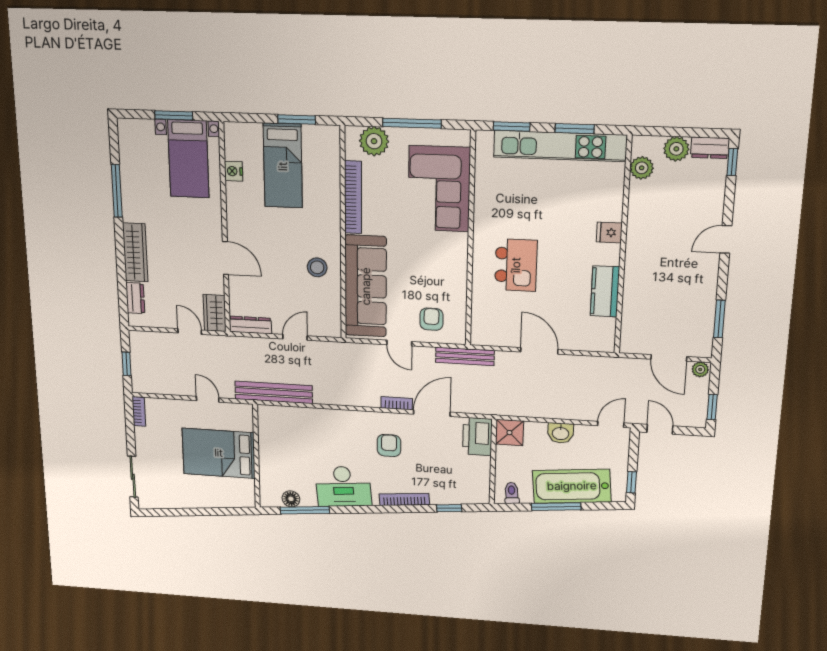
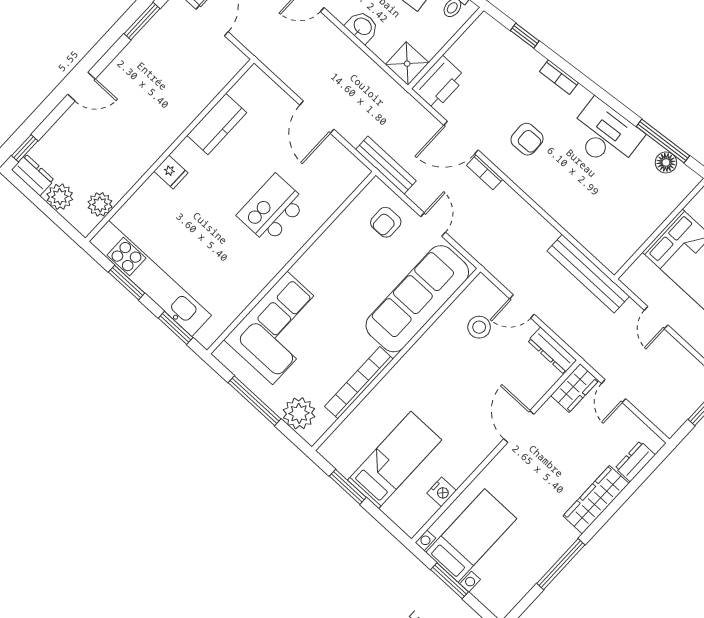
stool: (317, 267) -> (479, 327), moved
armchair: (389, 445) -> (527, 139), turned -92
bookcase: (404, 499) -> (559, 77), width x0.64

